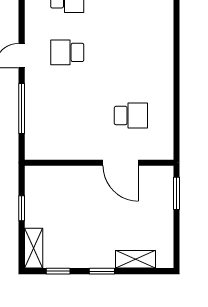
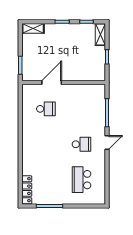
school desk: (131, 116) -> (46, 109), turned 180
door: (121, 163) -> (52, 82), hinge flipped
shelving: (135, 259) -> (33, 28), moved

